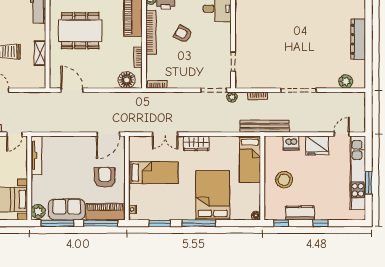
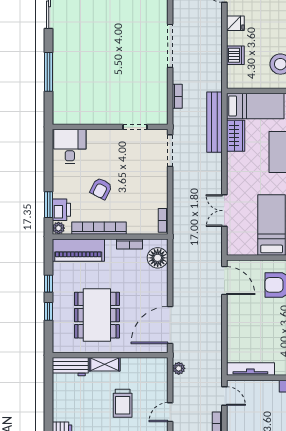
shelving: (40, 53) -> (105, 364), moved
door: (72, 90) -> (170, 325), width x1.36
plant: (232, 97) -> (179, 368), moved
bench: (265, 126) -> (215, 122), moved
double door: (165, 134) -> (224, 211), swing flipped
wardrobe: (196, 143) -> (236, 136), moved
fridge: (317, 145) -> (235, 23), width x0.53, depth x0.75

